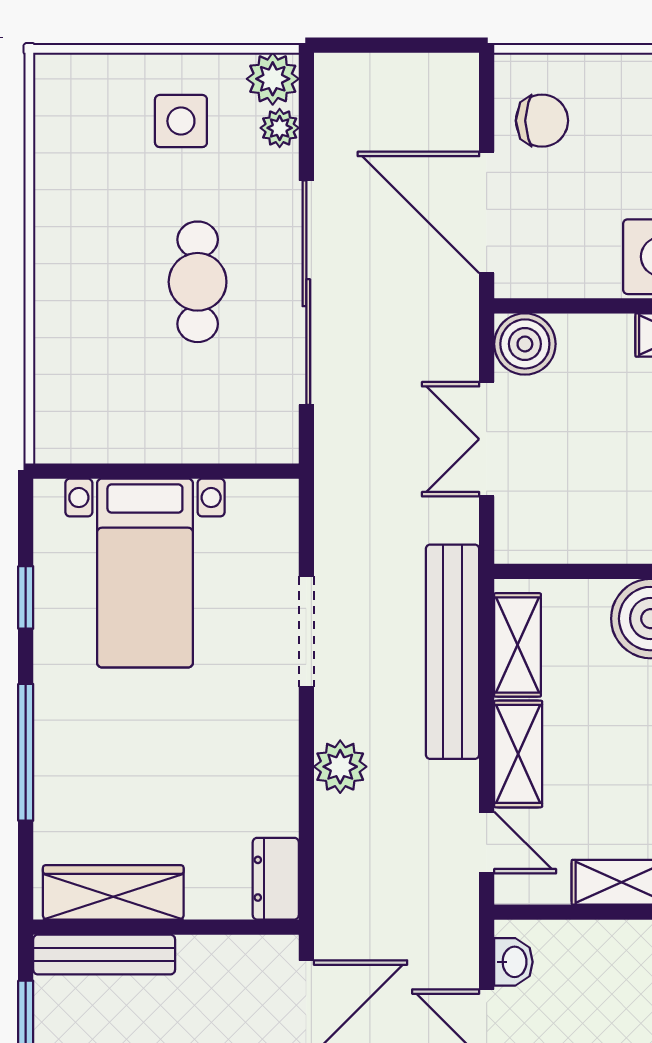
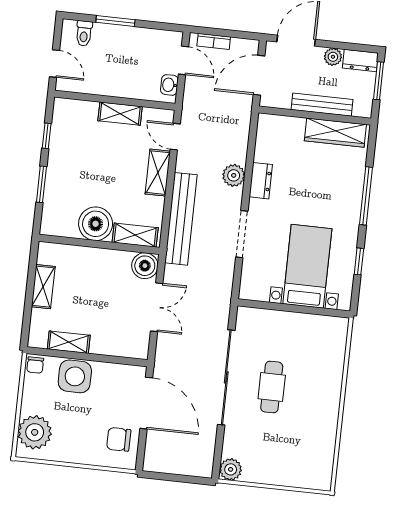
side table: (181, 121) -> (271, 456), removed
plant: (280, 128) -> (230, 448), removed
boiler: (525, 344) -> (145, 266), moved
shelving: (517, 645) -> (135, 235), moved, turned 90
dresser: (276, 879) -> (261, 181), moved
bench: (104, 955) -> (322, 105), moved

